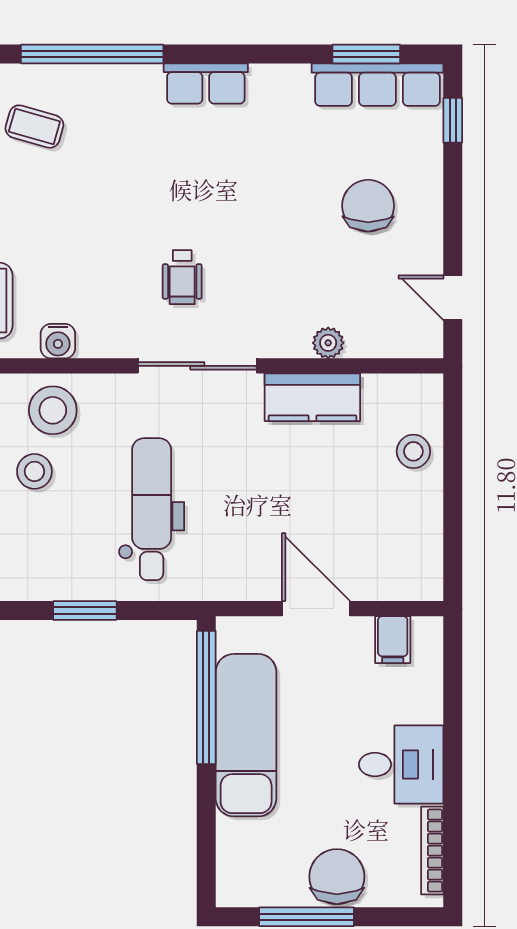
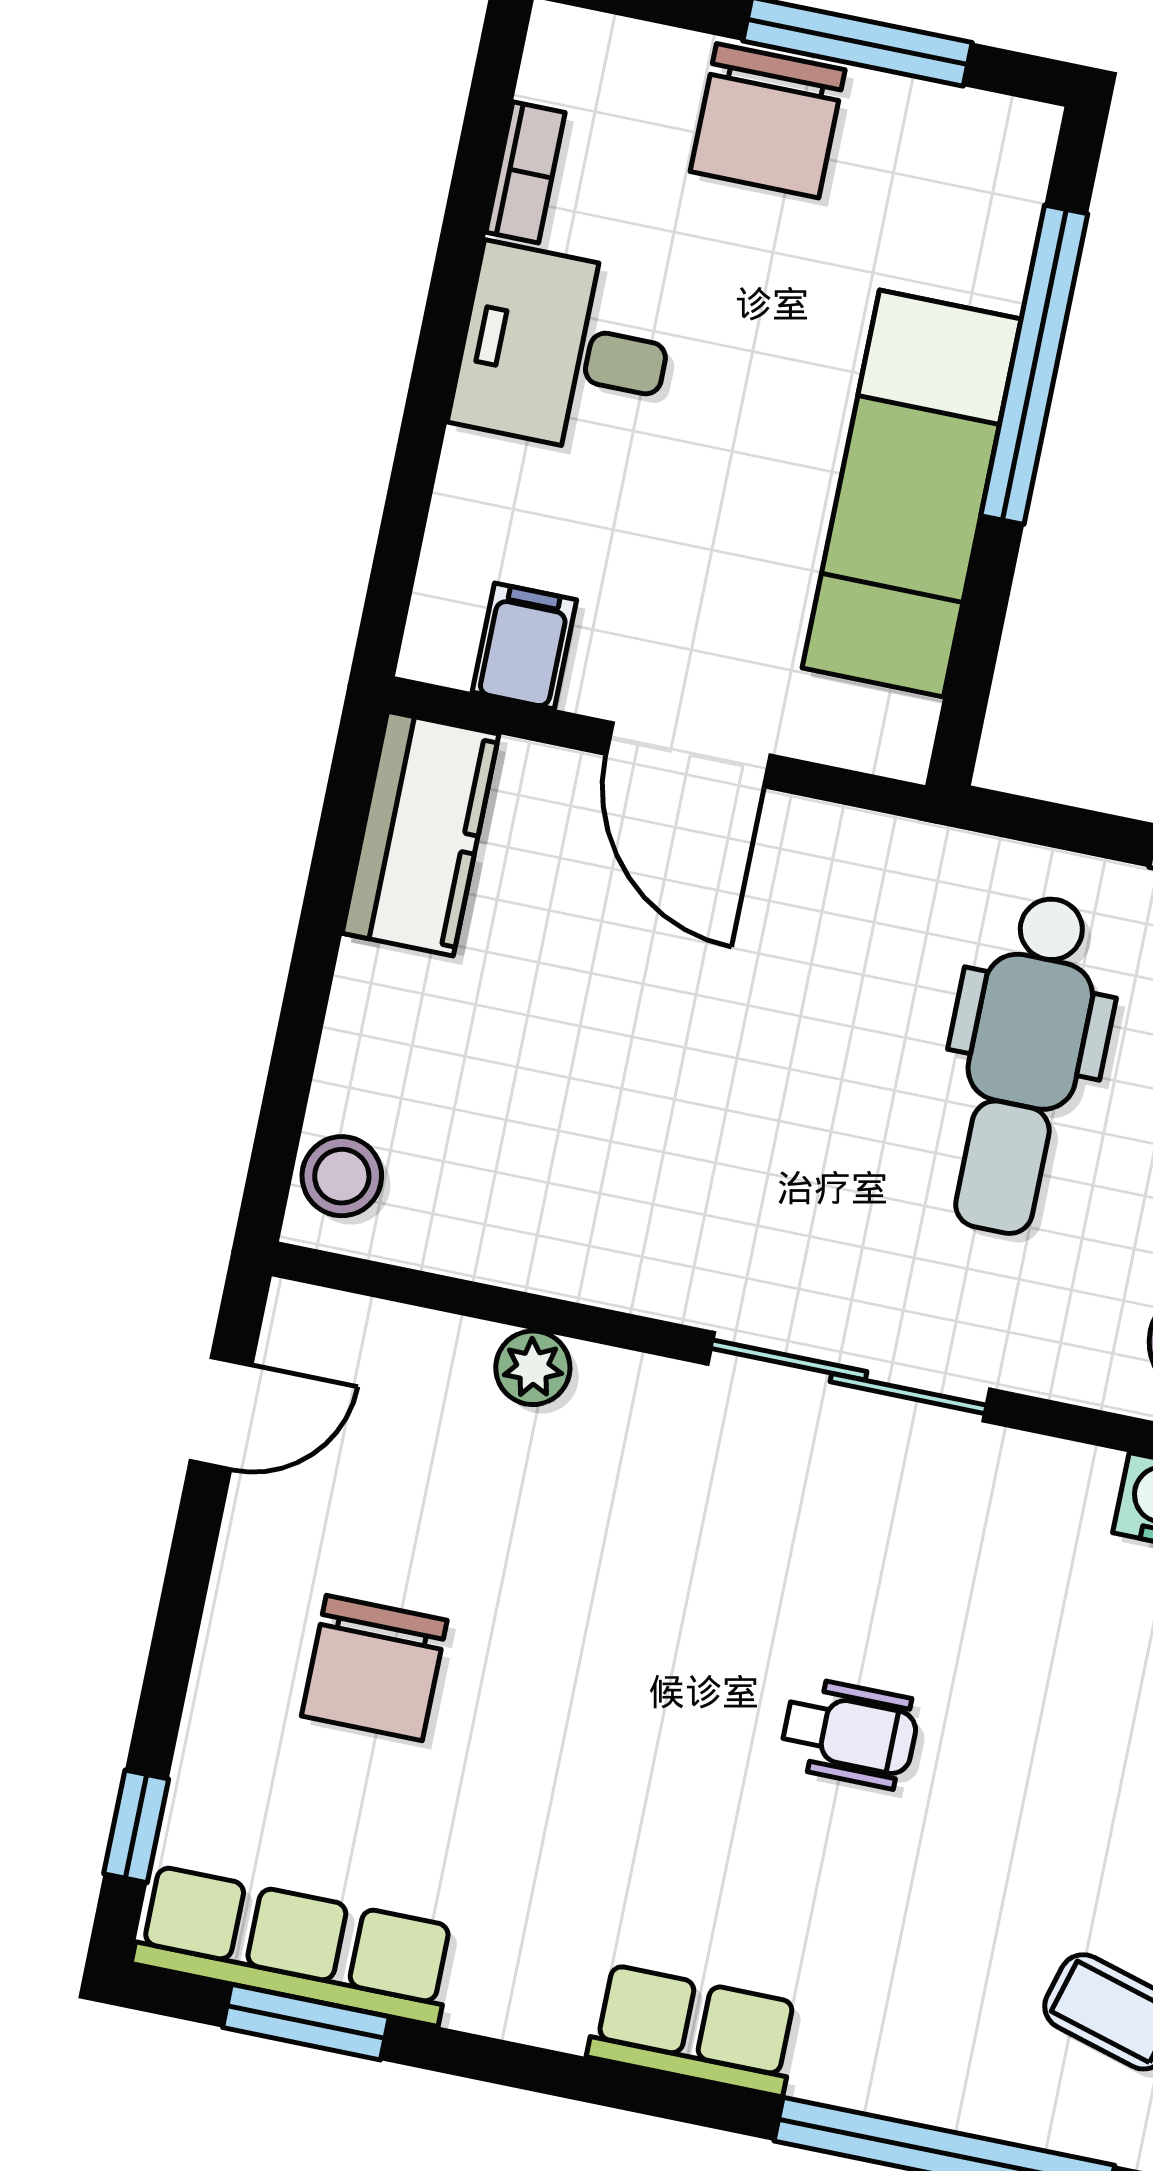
wheelchair: (182, 277) -> (850, 1733), moved, turned 90
door: (453, 298) -> (221, 1413), hinge flipped
kitchen counter: (312, 397) -> (420, 834), moved, turned 90
stool: (413, 451) -> (342, 1176), moved
window: (206, 698) -> (1034, 365), moved
bookcase: (432, 851) -> (526, 172), width x0.64

